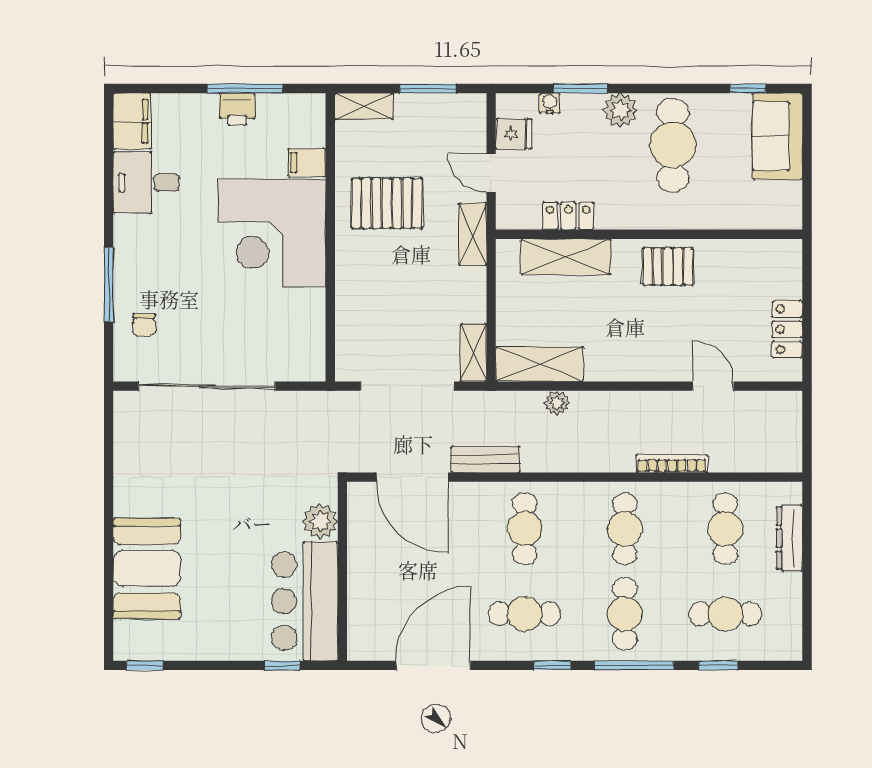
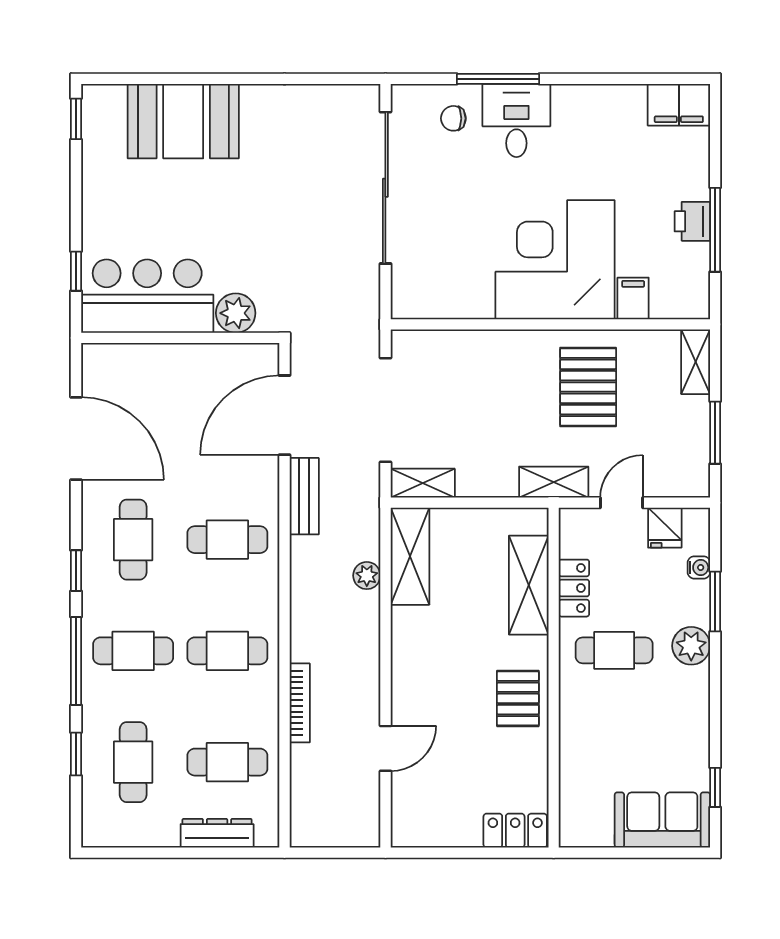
cafe table: (673, 145) -> (614, 650), moved, width x0.73, depth x0.74
desk: (146, 183) -> (516, 121), moved
locker: (787, 329) -> (515, 831), moved

